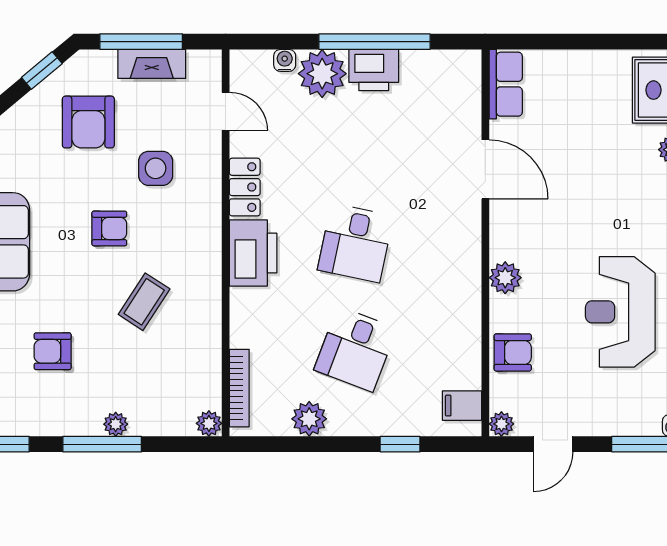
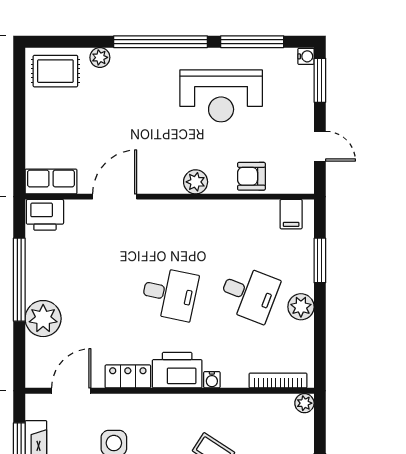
water cooler: (285, 60) -> (212, 380), moved, turned -90
printer: (374, 70) -> (45, 215), moved, turned 90
door: (226, 111) -> (71, 391), width x1.38
armchair: (513, 352) -> (251, 176), turned -90
plant: (309, 419) -> (301, 307), moved
plant: (501, 424) -> (305, 185), removed
window: (400, 444) -> (320, 260), width x1.50

